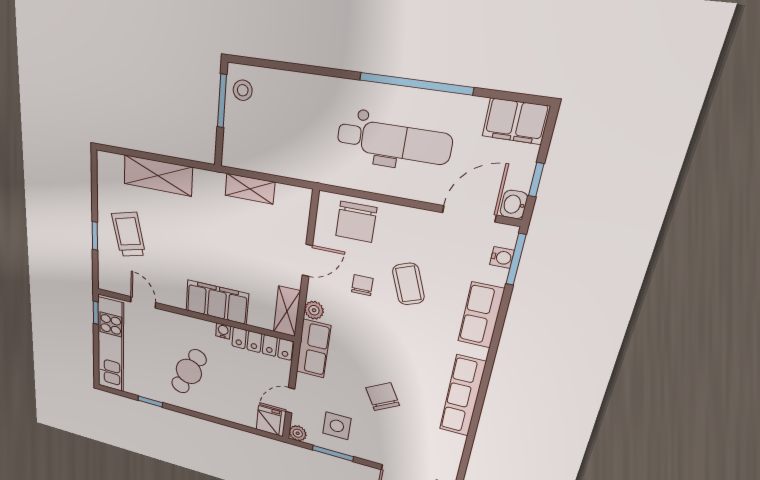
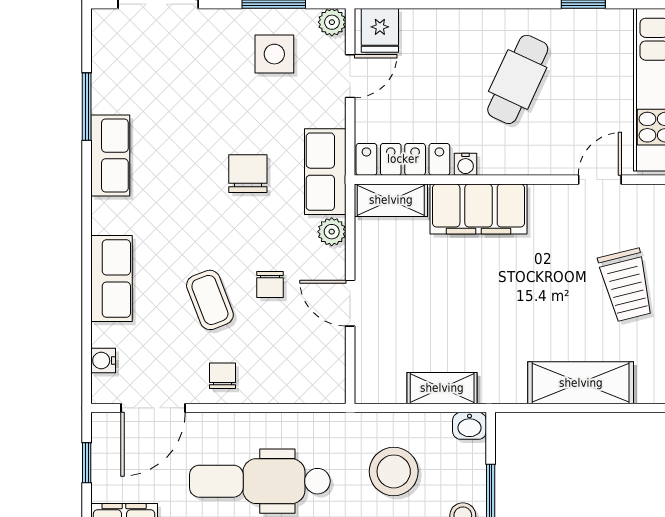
stool: (290, 133) -> (394, 471), added
washbasin: (514, 204) -> (470, 426), moved, turned 90
chair: (356, 222) -> (222, 376), moved, width x0.54, depth x0.54
window: (516, 259) -> (87, 107), moved
door: (307, 260) -> (350, 303), hinge flipped
door: (143, 302) -> (600, 180), swing flipped
shelving: (287, 311) -> (391, 200), moved, turned 90
row of seats: (462, 396) -> (110, 155), width x0.68
chair: (383, 397) -> (248, 174), moved, turned -151

